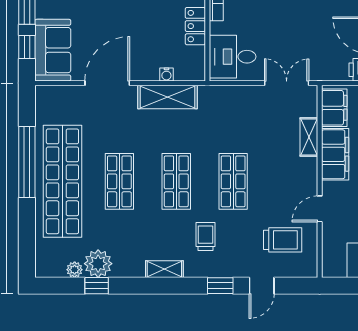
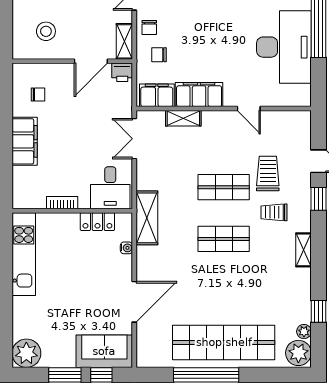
locker: (195, 26) -> (97, 222), moved
door: (107, 83) -> (134, 302), swing flipped
shelving: (168, 97) -> (147, 218), moved
shop shelf: (119, 181) -> (224, 291), removed
trolley: (283, 240) -> (268, 173), moved
plant: (98, 264) -> (298, 353), moved

